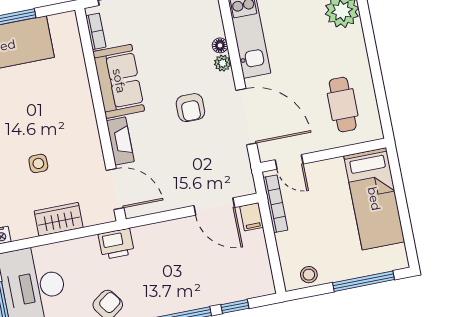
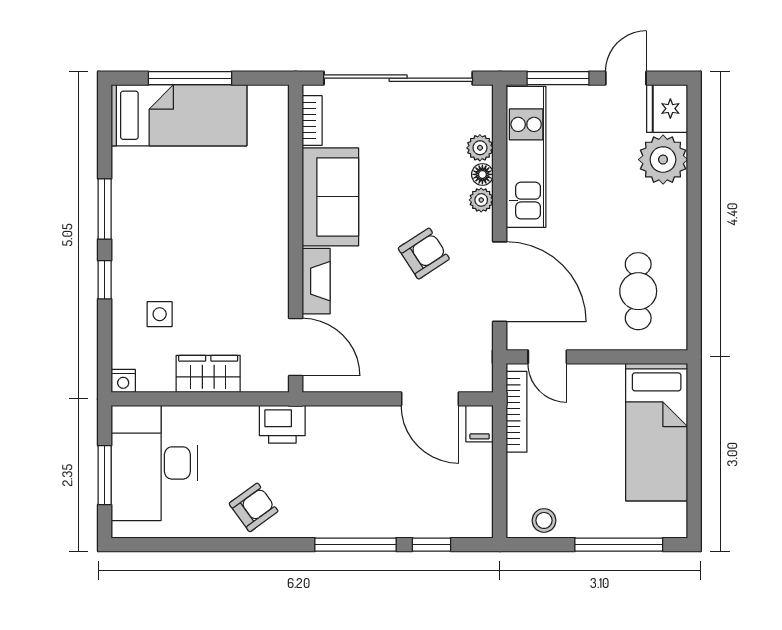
plant: (215, 27) -> (480, 148), added
armchair: (190, 108) -> (424, 254), turned -123
side table: (38, 163) -> (160, 314), moved

